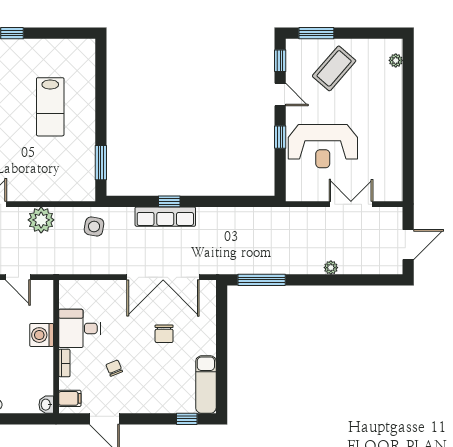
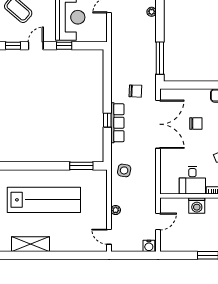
lab bench: (50, 107) -> (44, 200), width x1.86, depth x1.39
plant: (41, 220) -> (116, 210), width x0.53, depth x0.53
chair: (213, 243) -> (135, 91), added

